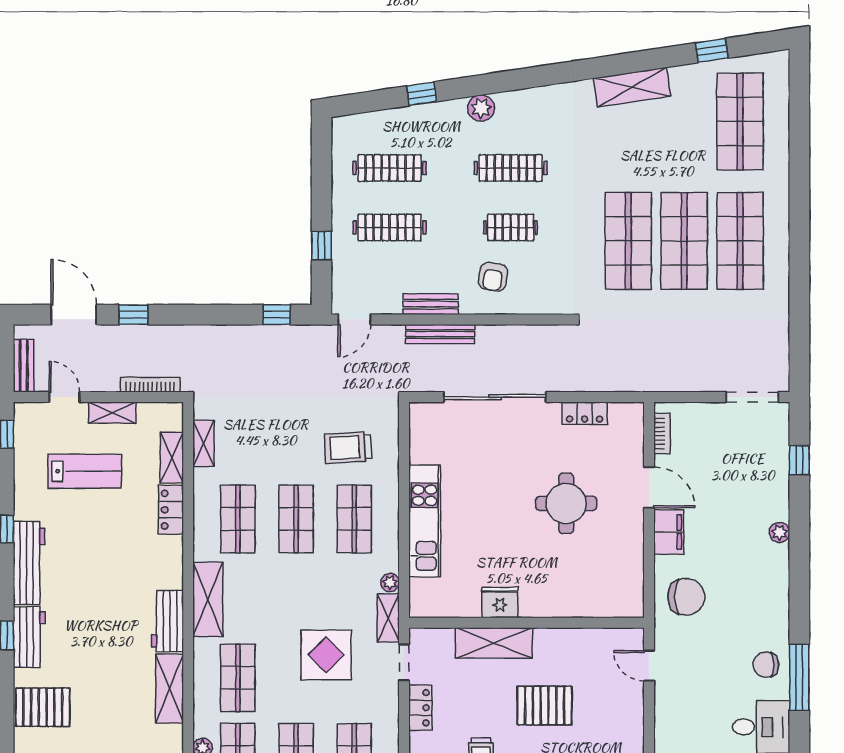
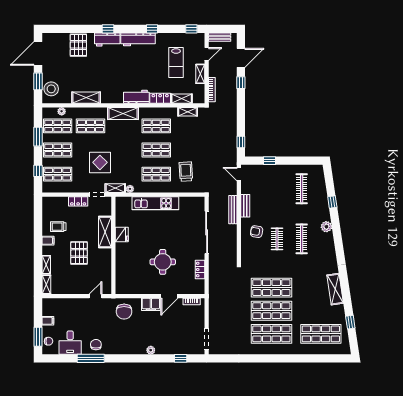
clothes rail: (390, 227) -> (277, 189), removed
workbench: (167, 621) -> (136, 97), moved

